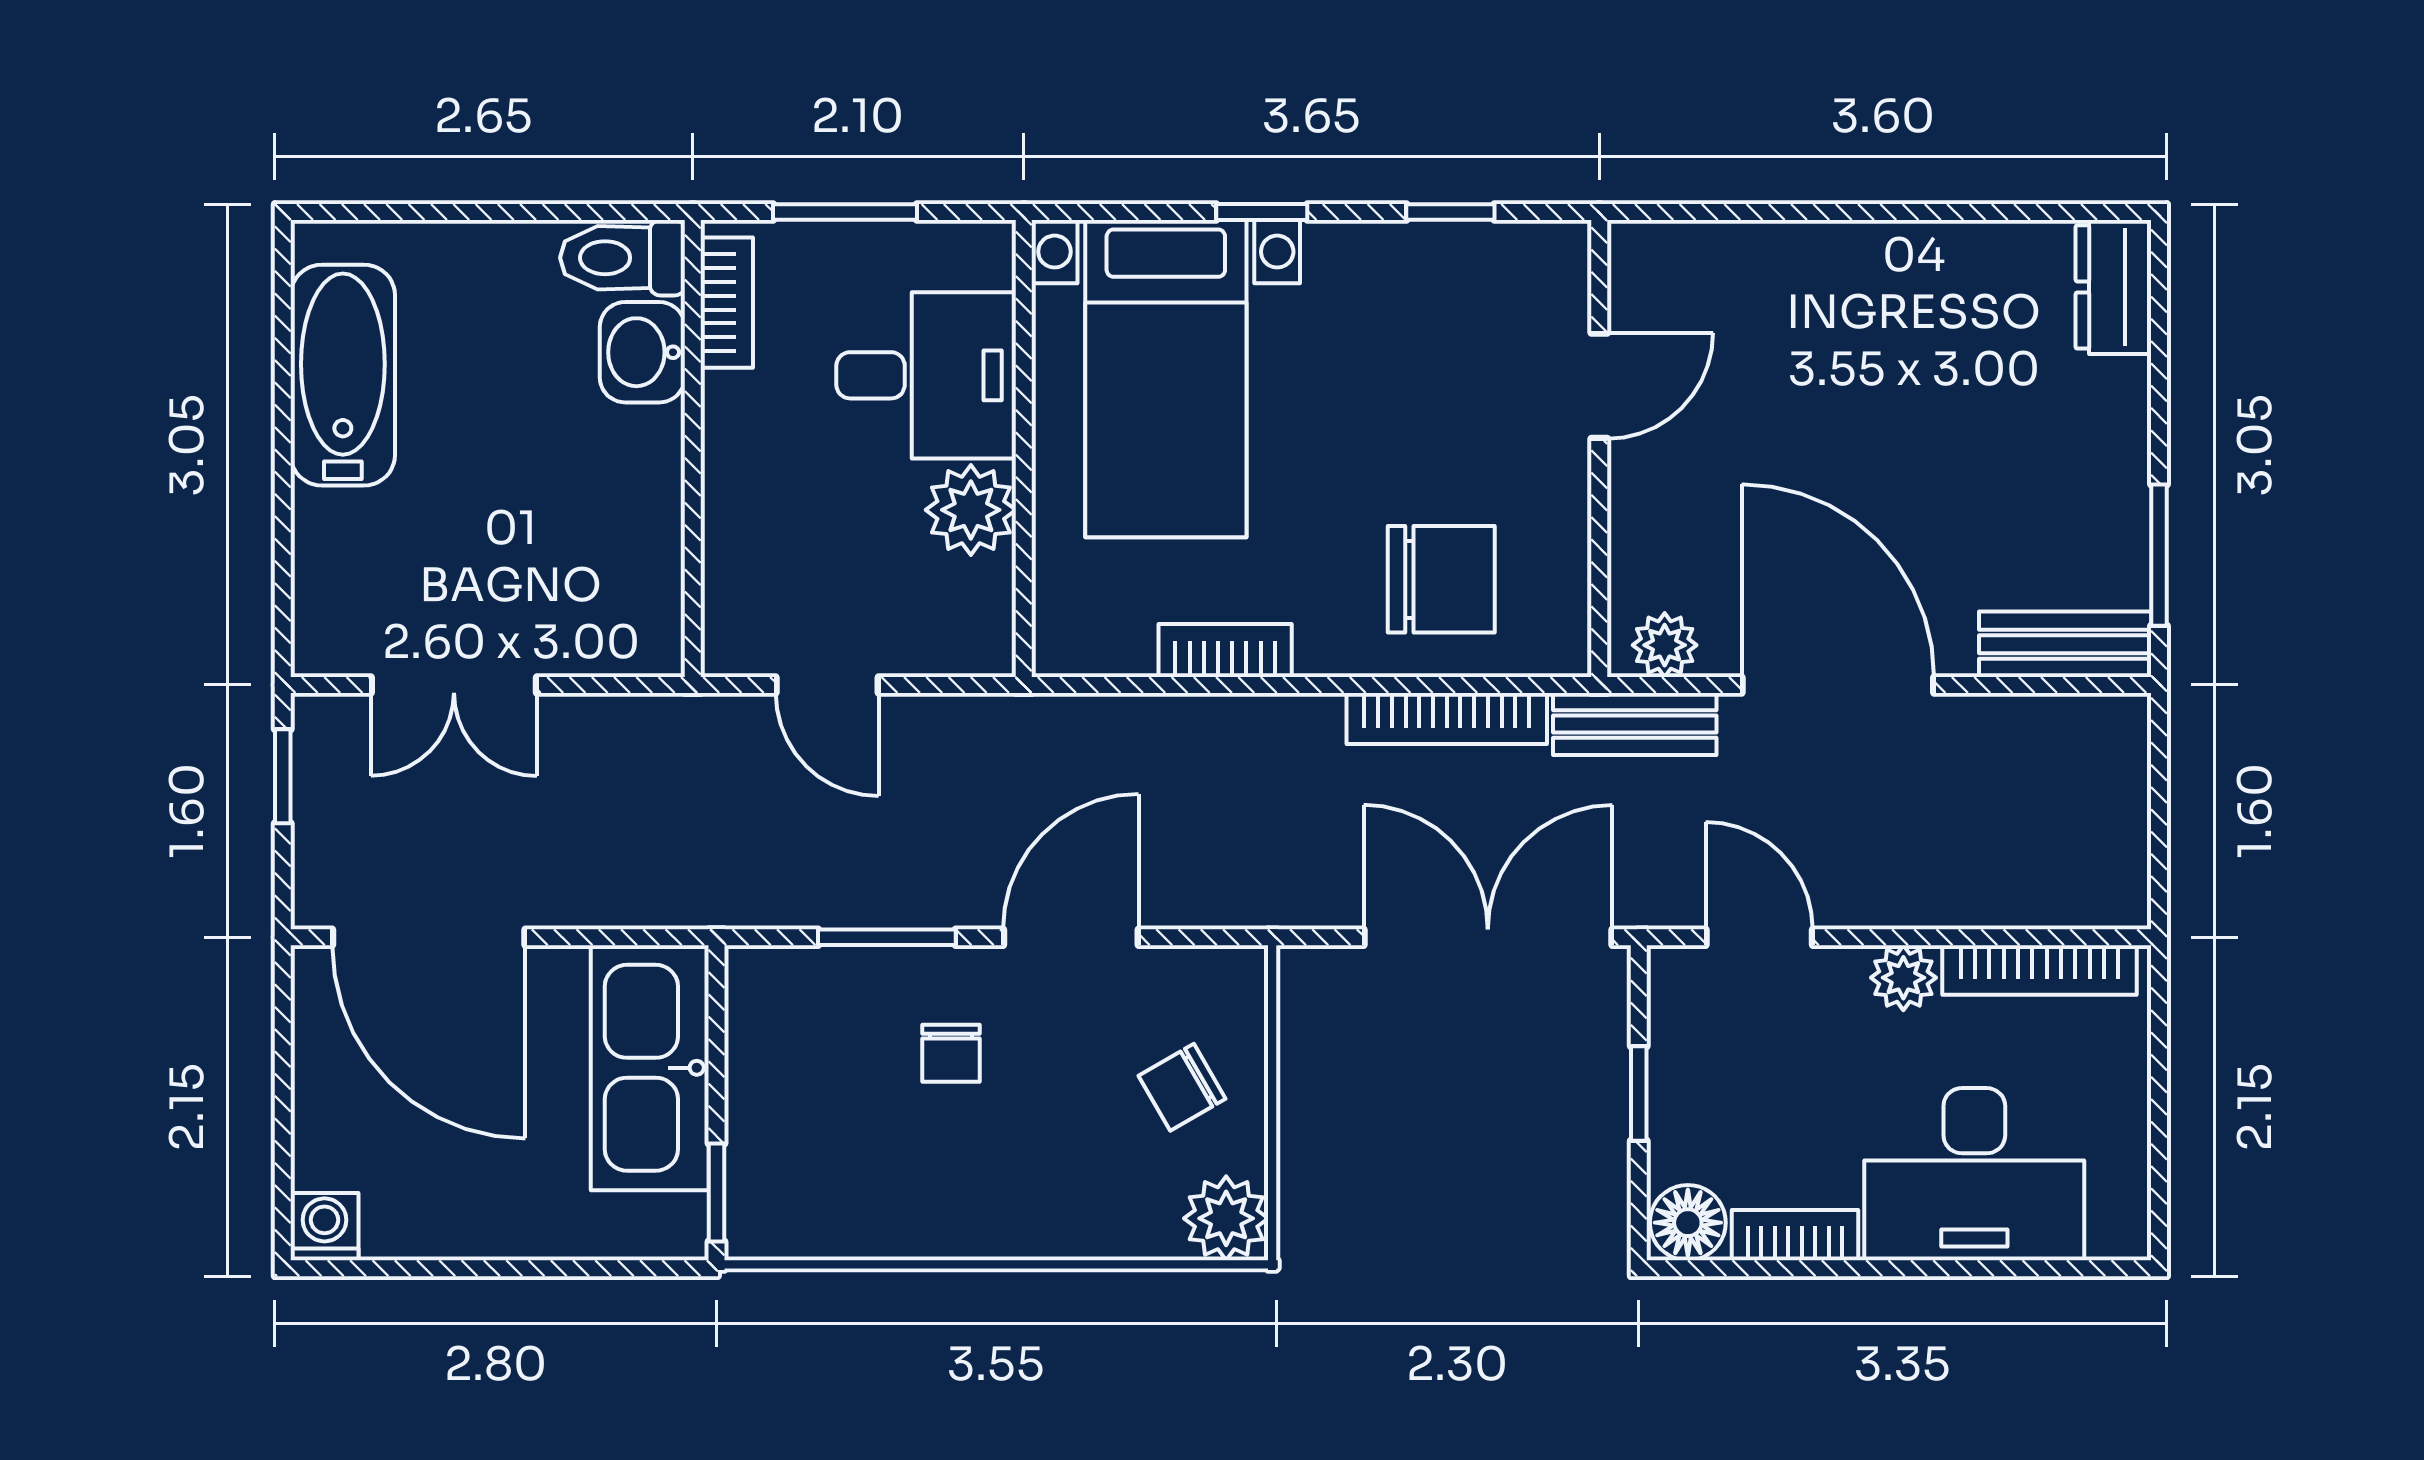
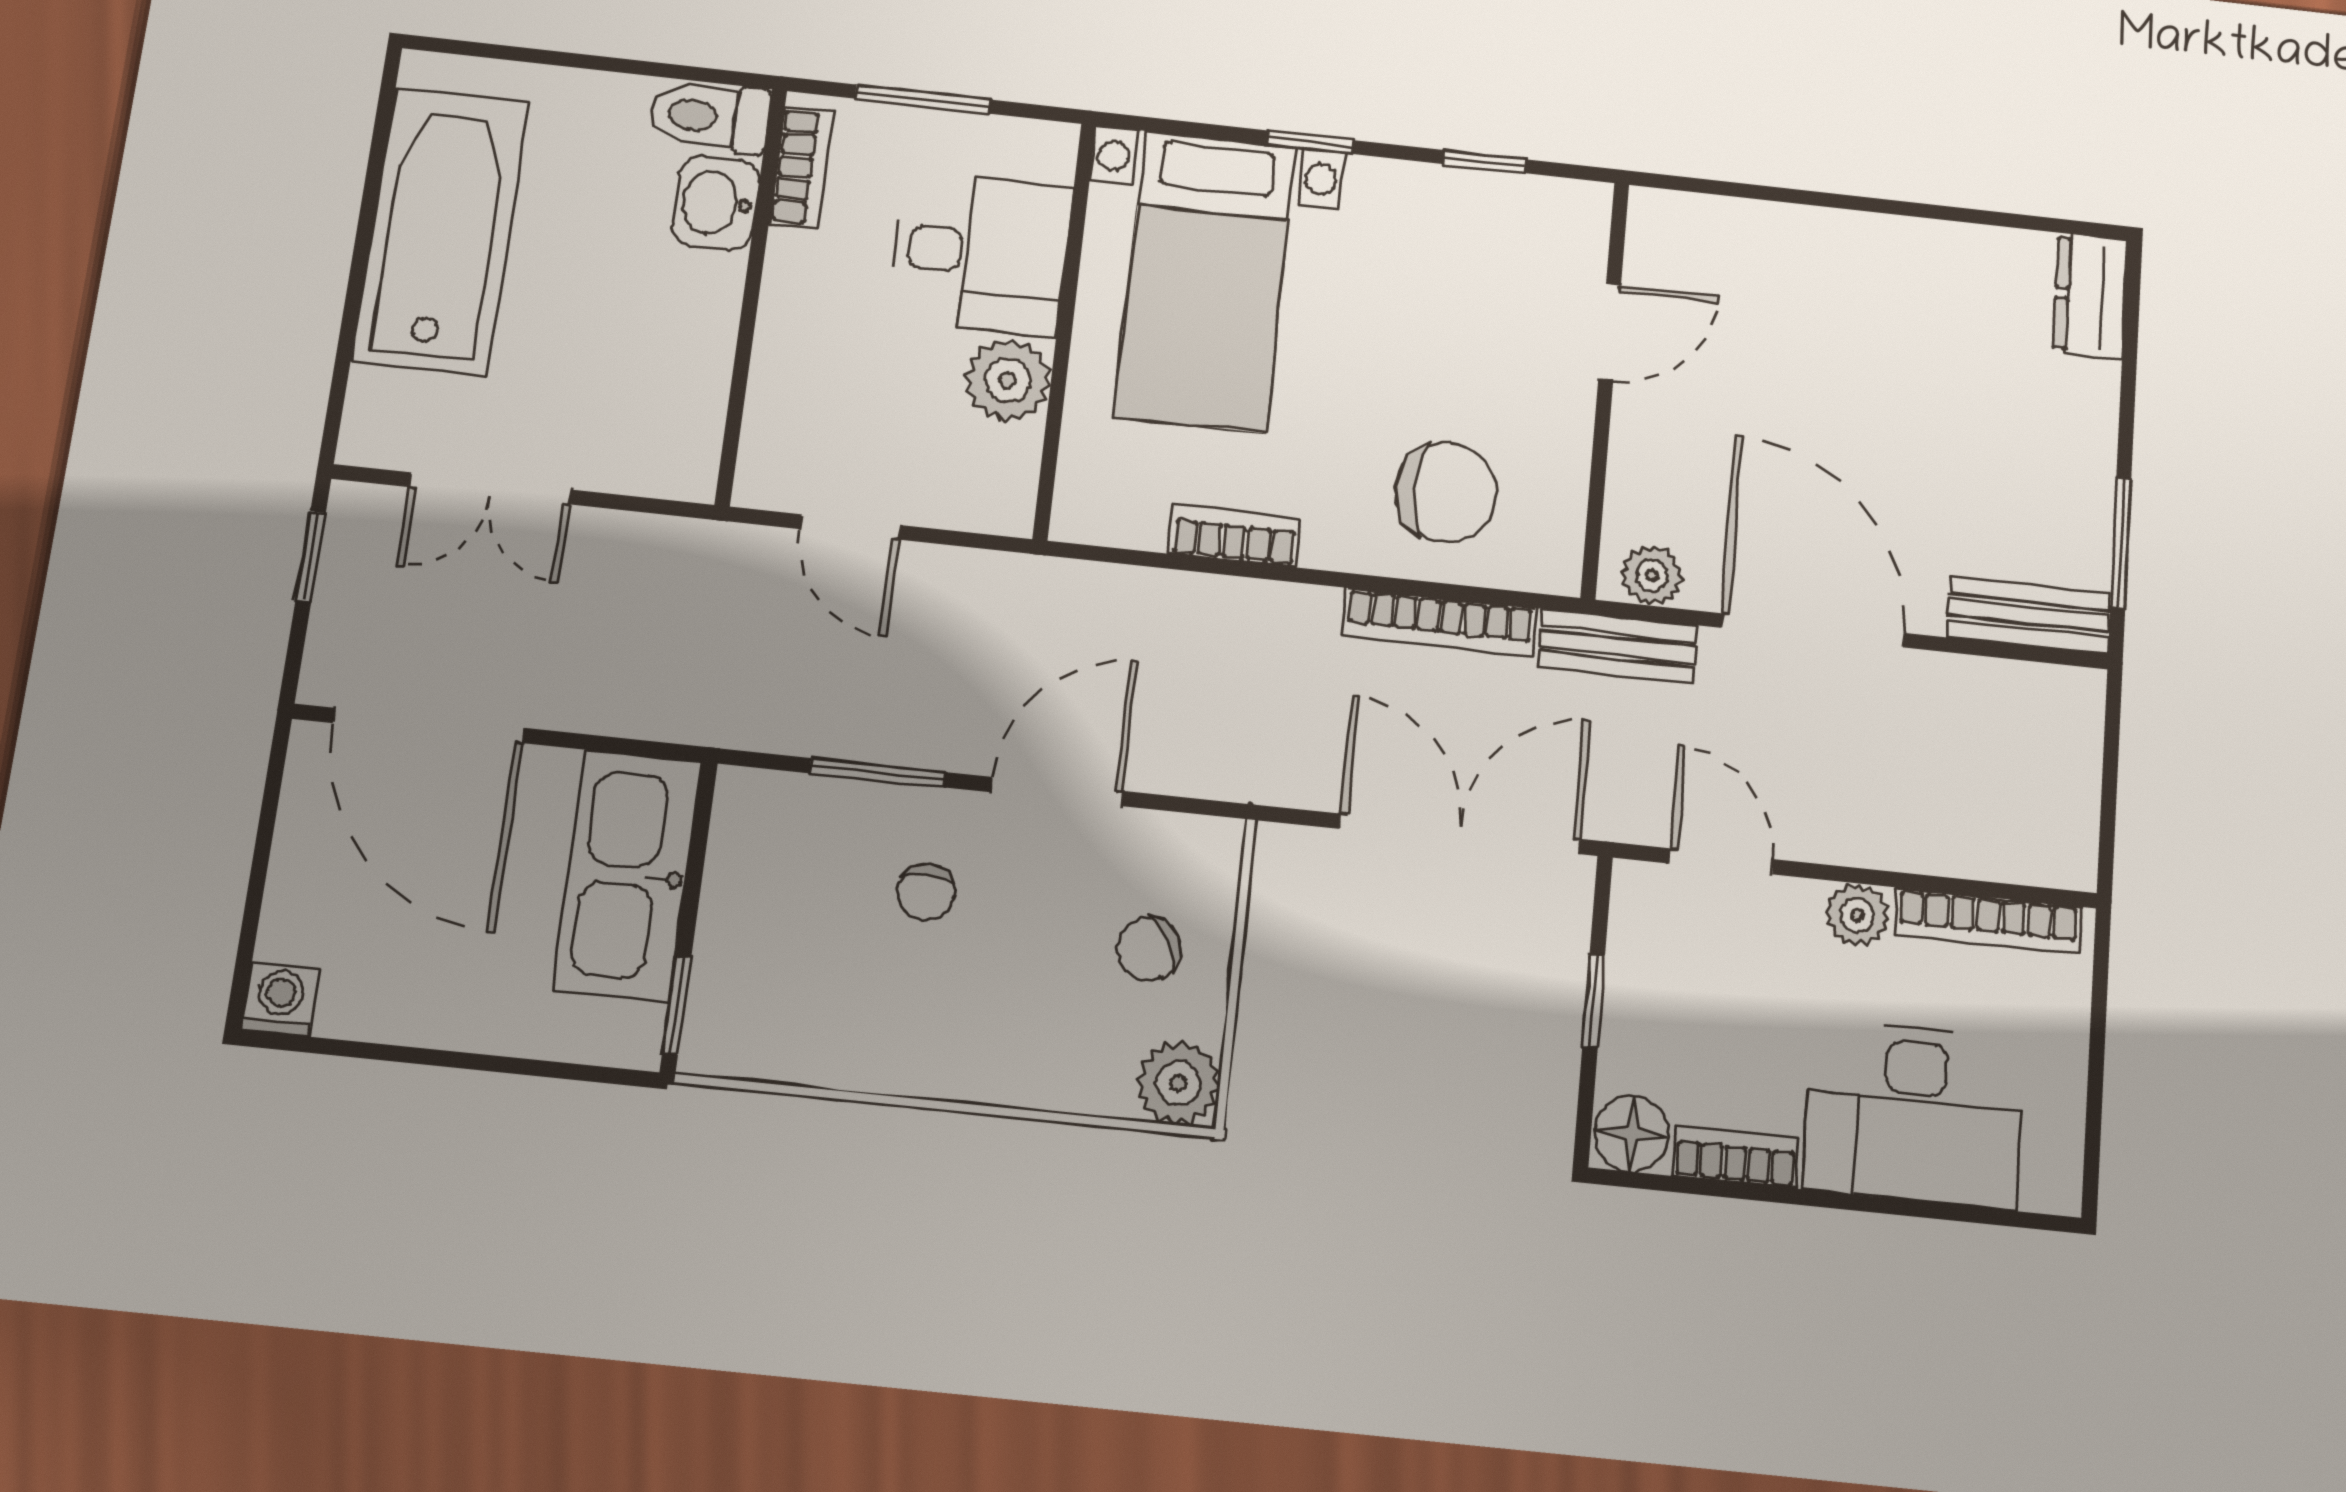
bathtub: (343, 375) -> (441, 231), width x1.36, depth x1.36

